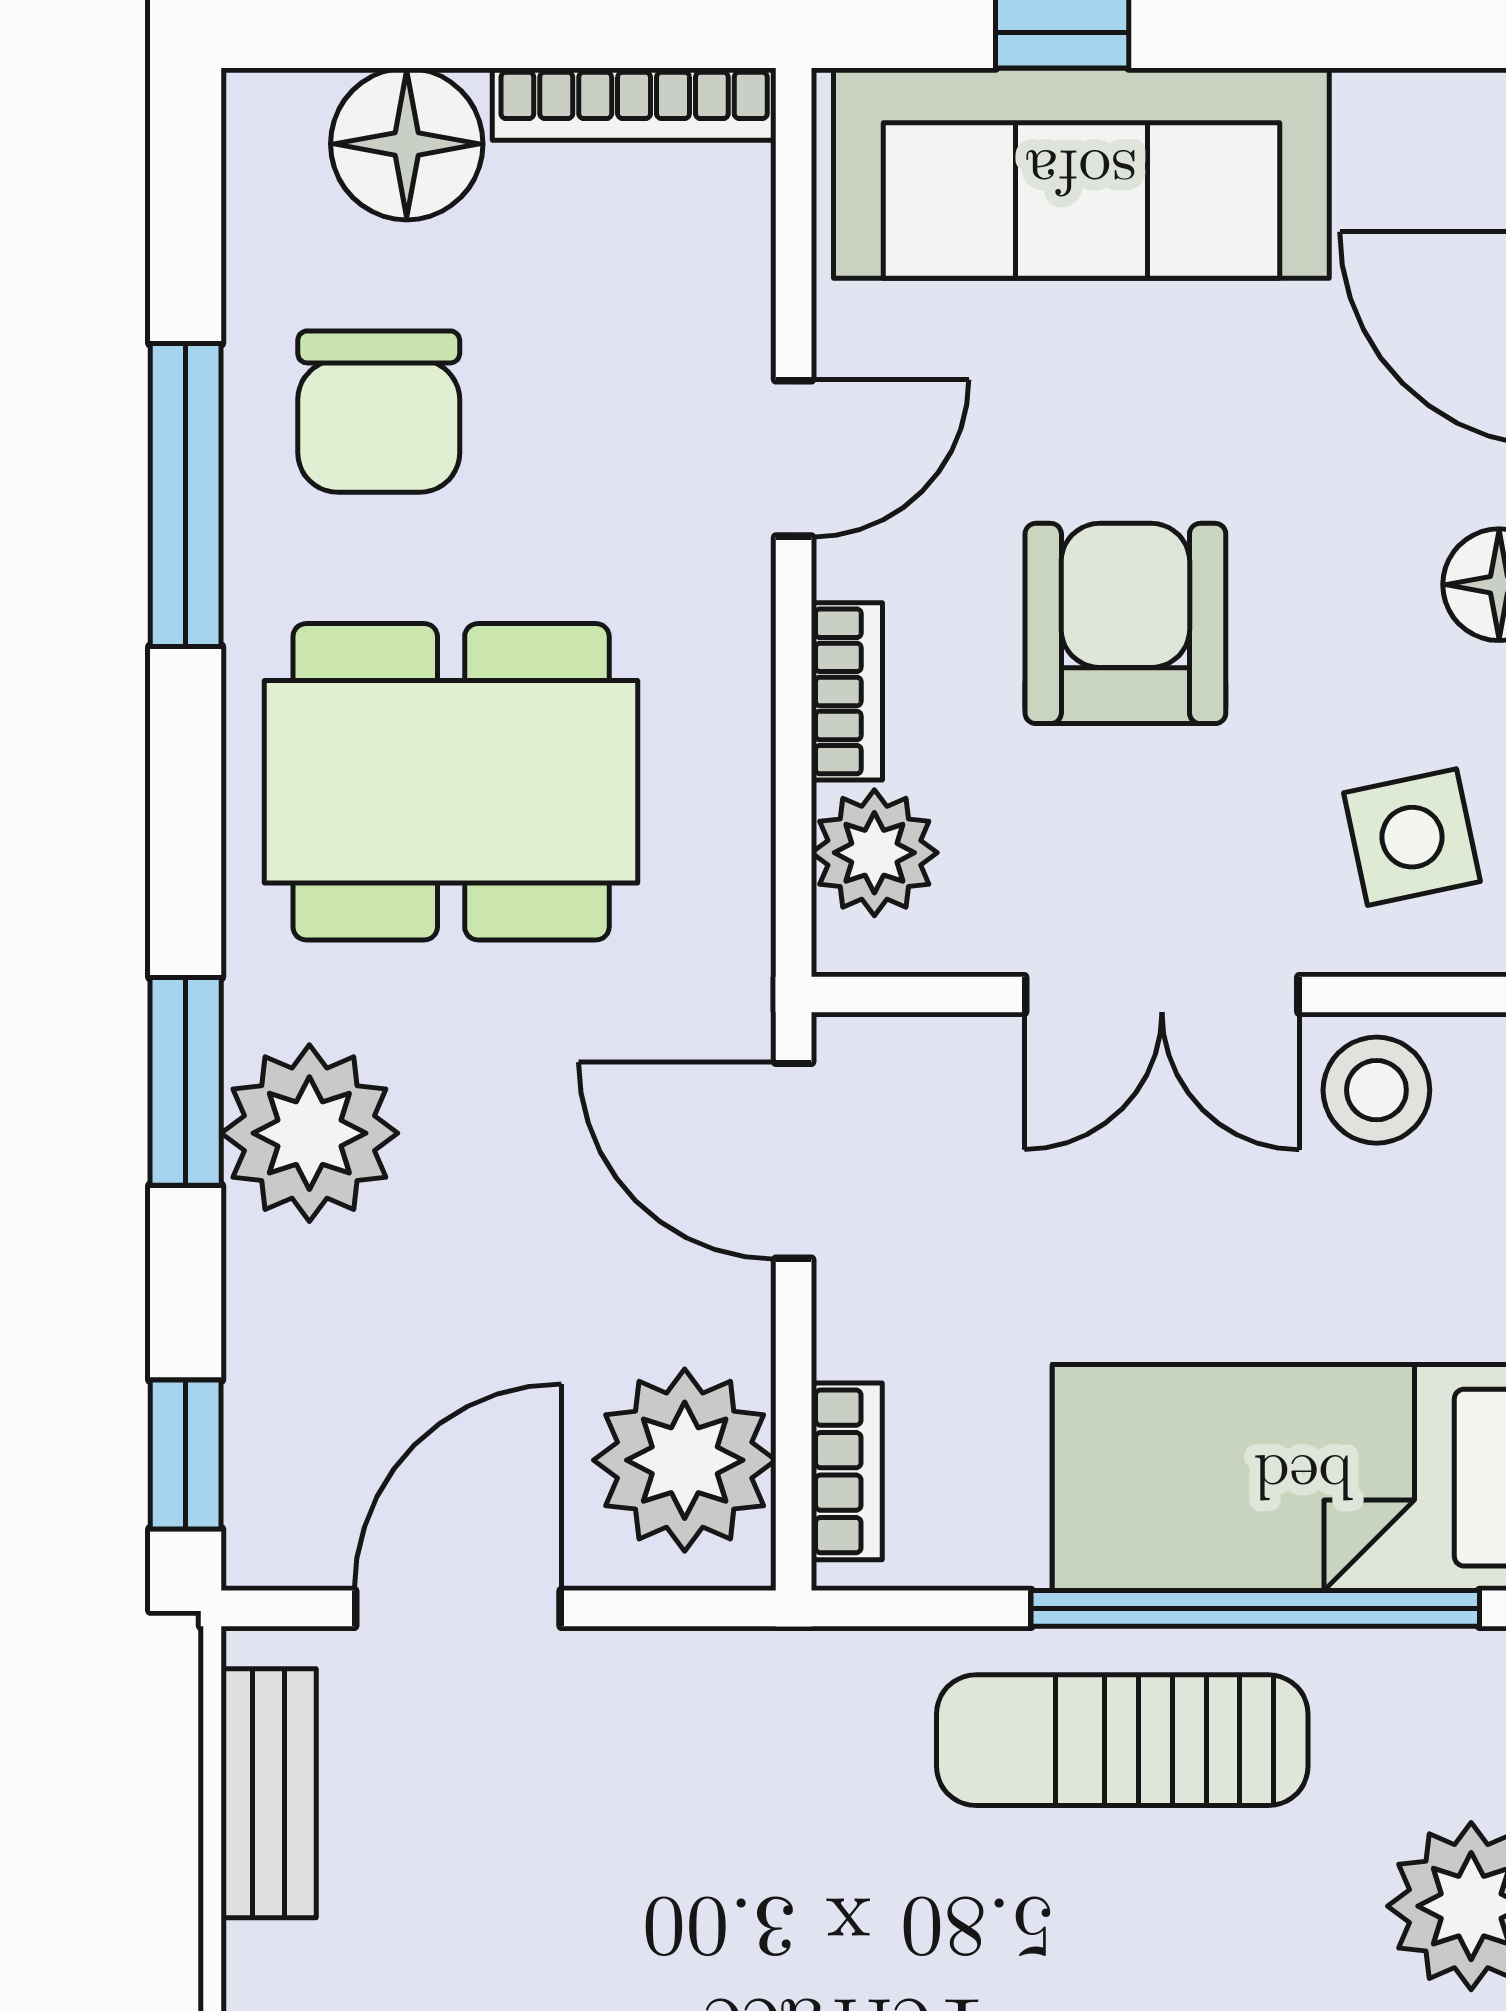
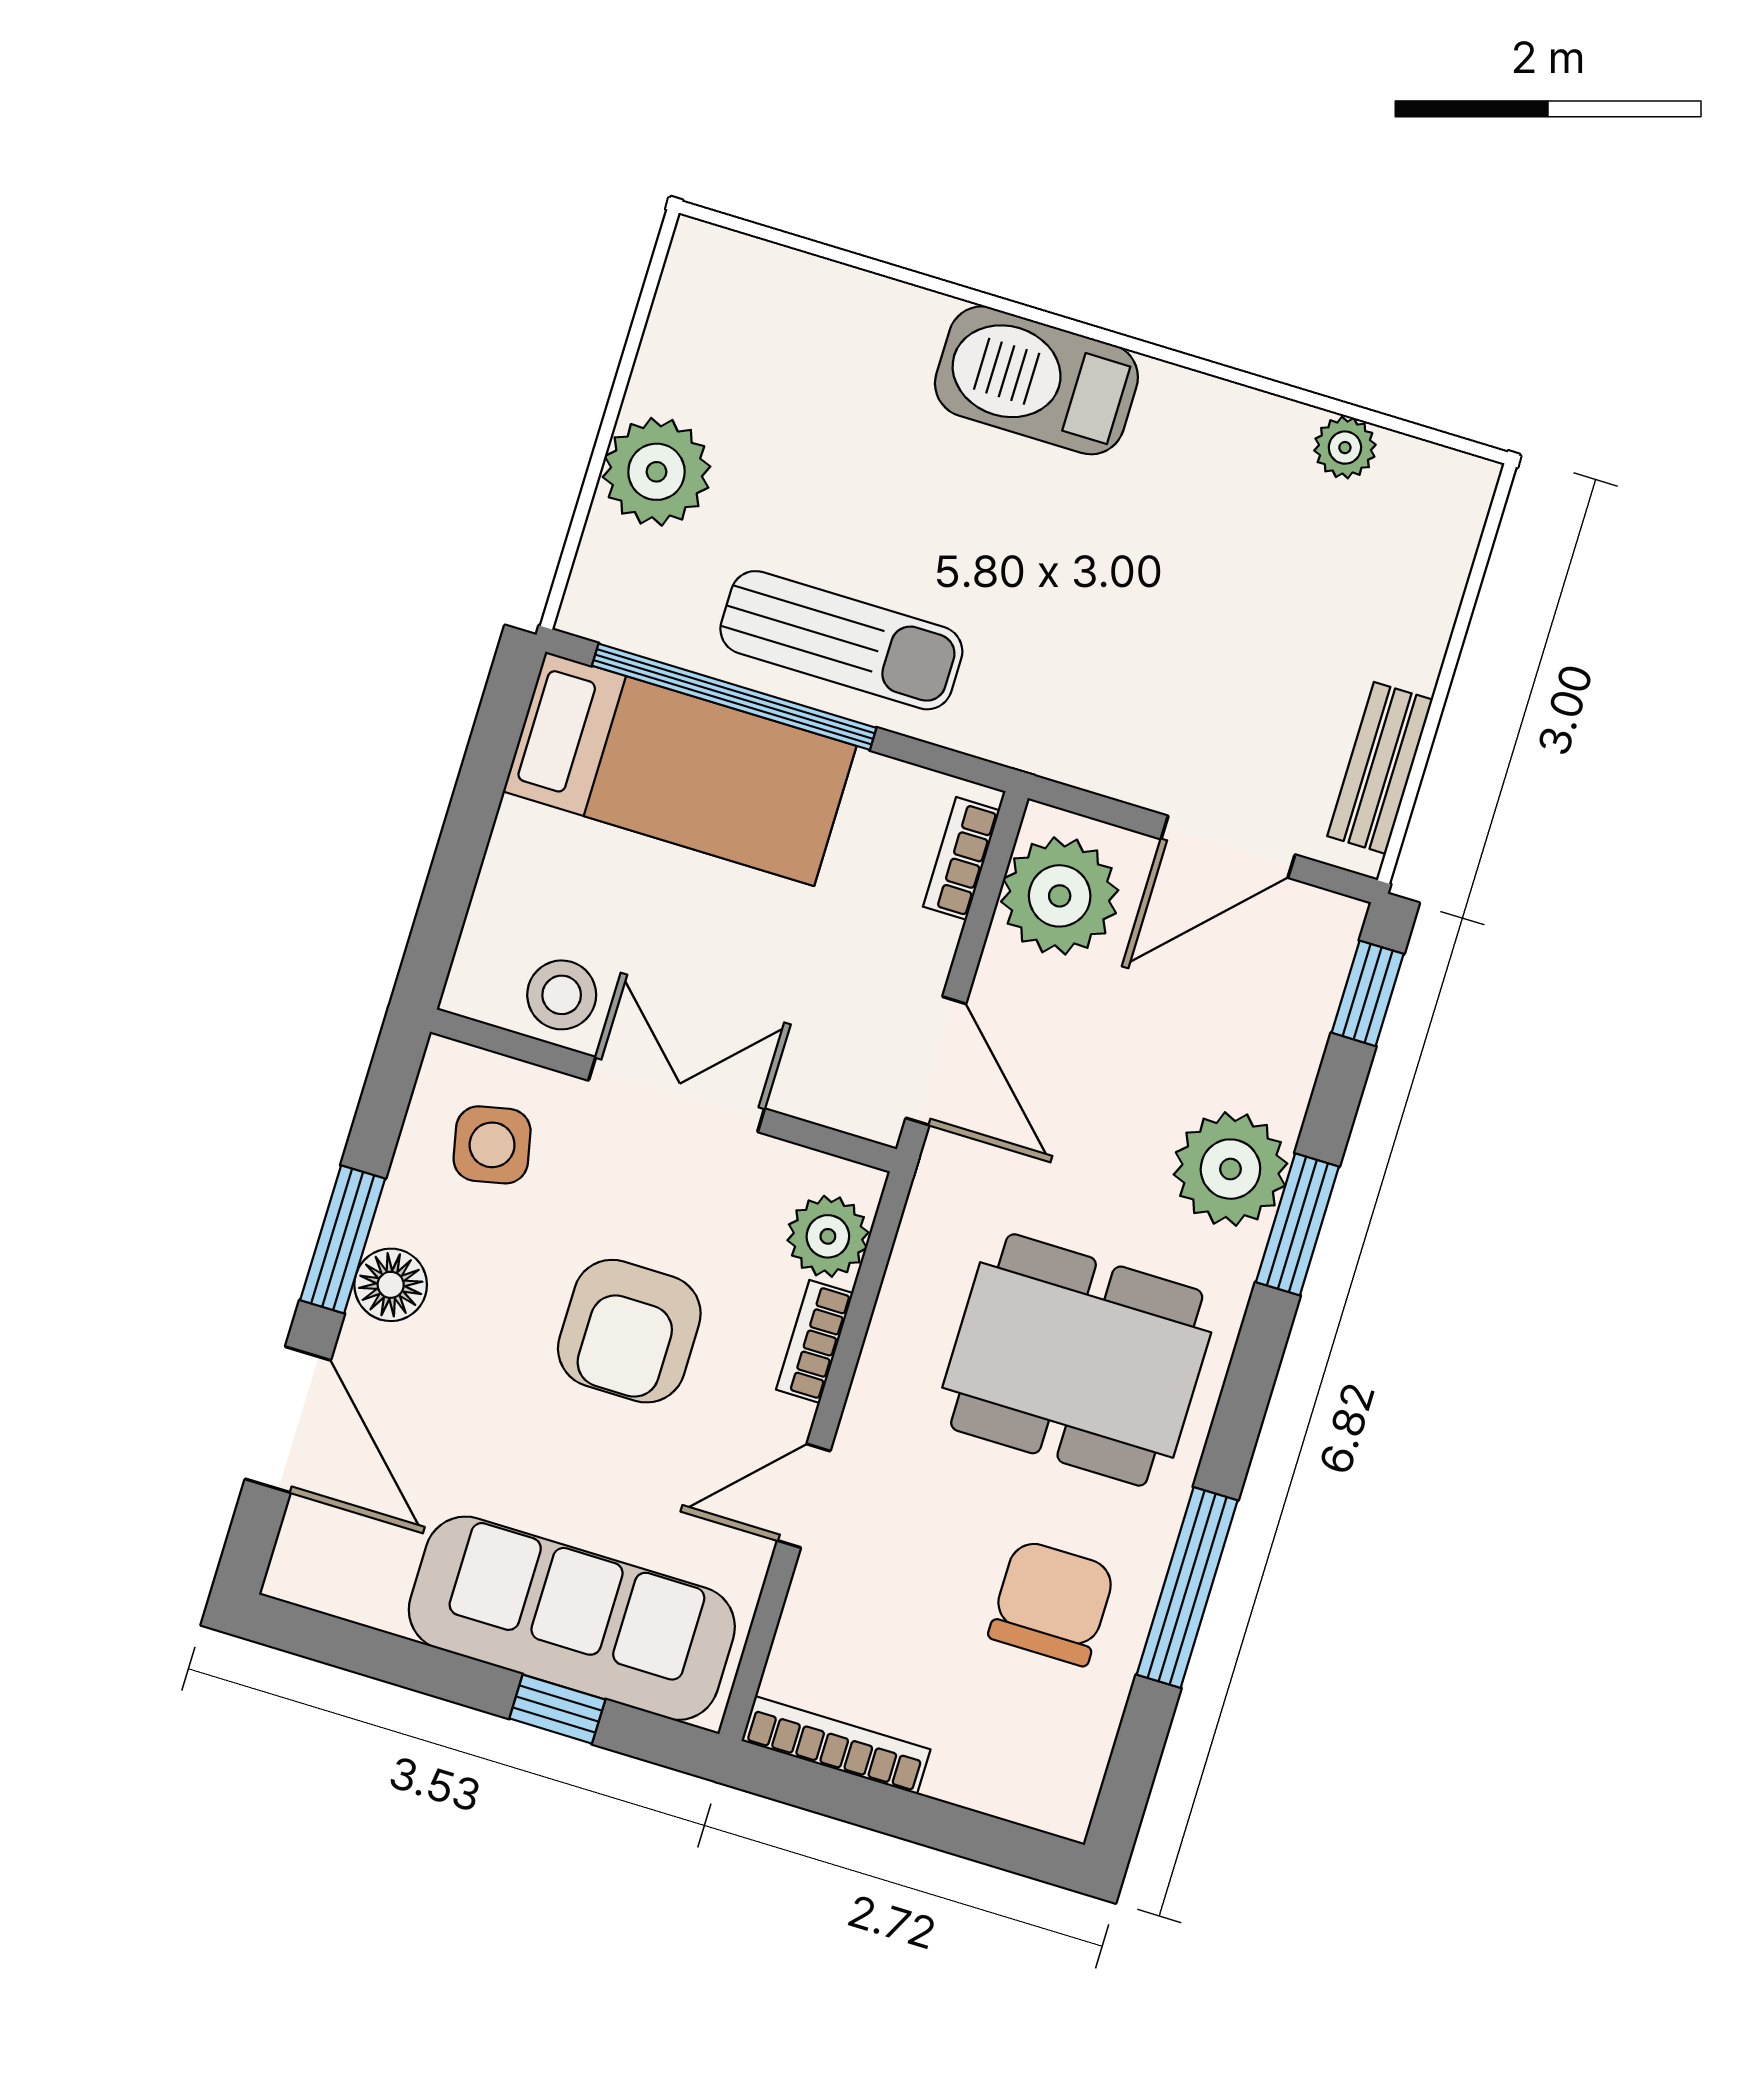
floor lamp: (407, 144) -> (984, 1763), removed

